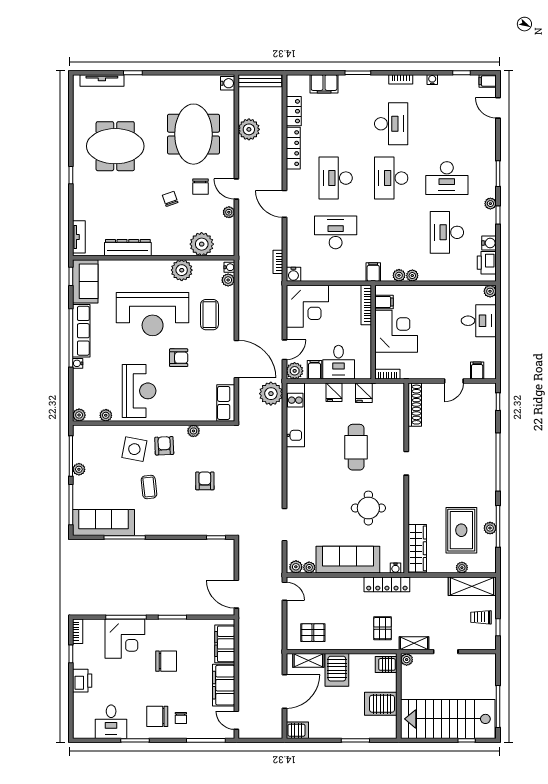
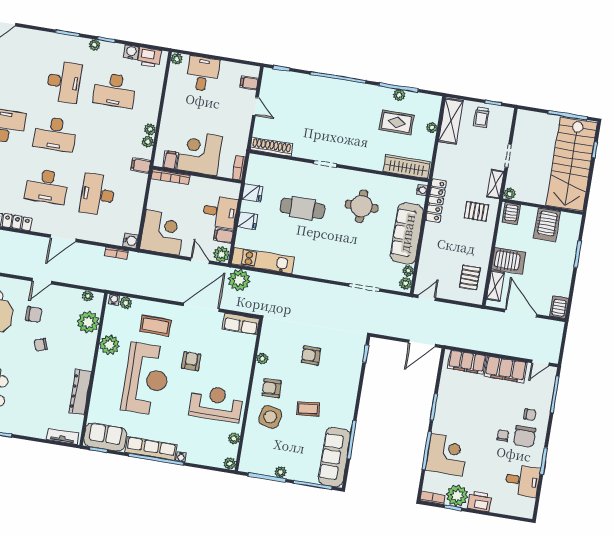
plant: (229, 212) -> (88, 296), moved
rug: (461, 530) -> (397, 122), width x0.73, depth x0.70
plant: (84, 656) -> (457, 496), added
chair: (166, 661) -> (503, 435), moved, width x0.54, depth x0.54

